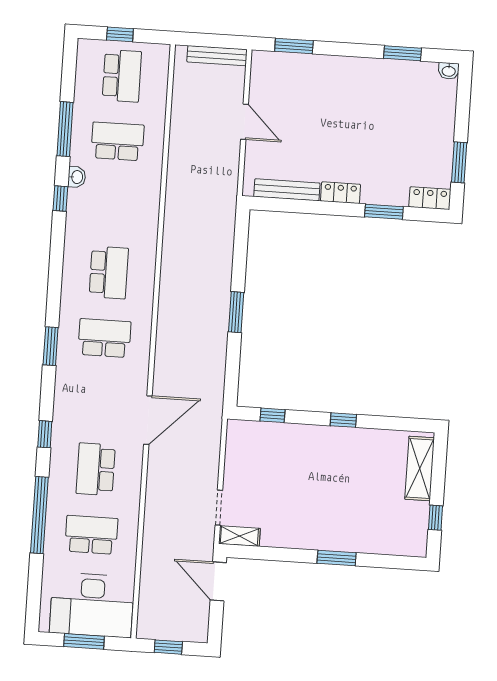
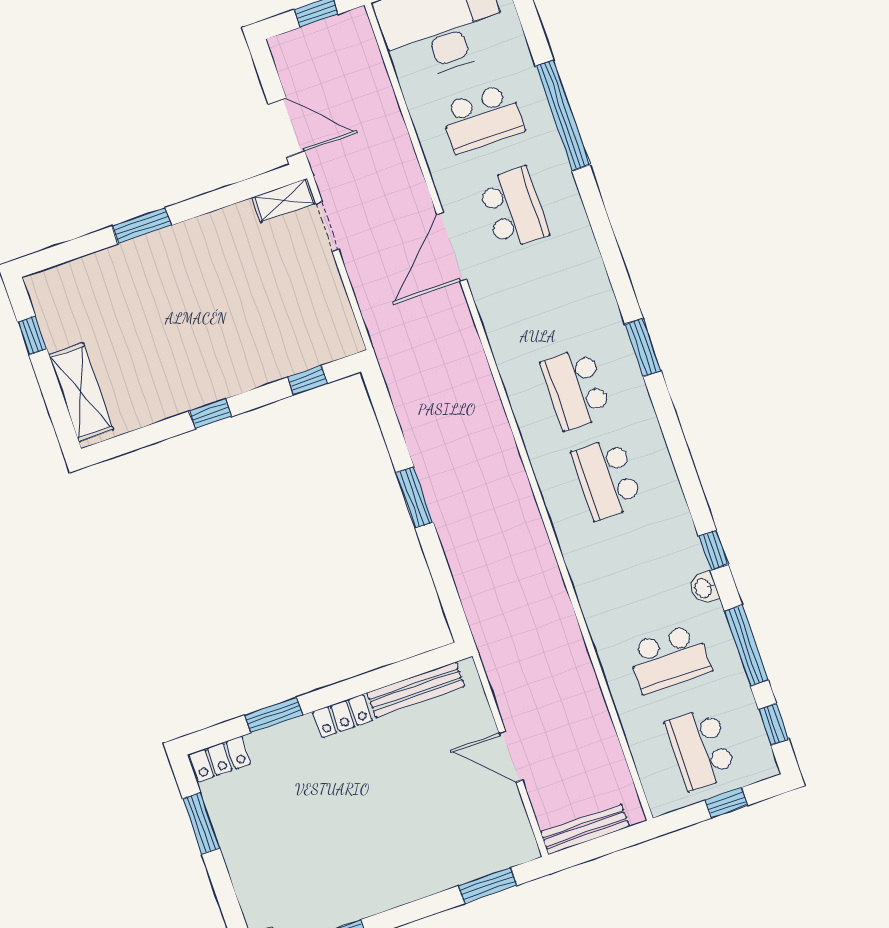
school desk: (104, 338) -> (576, 389), turned 90
door: (148, 420) -> (452, 247), moved
window: (45, 434) -> (774, 724), moved

